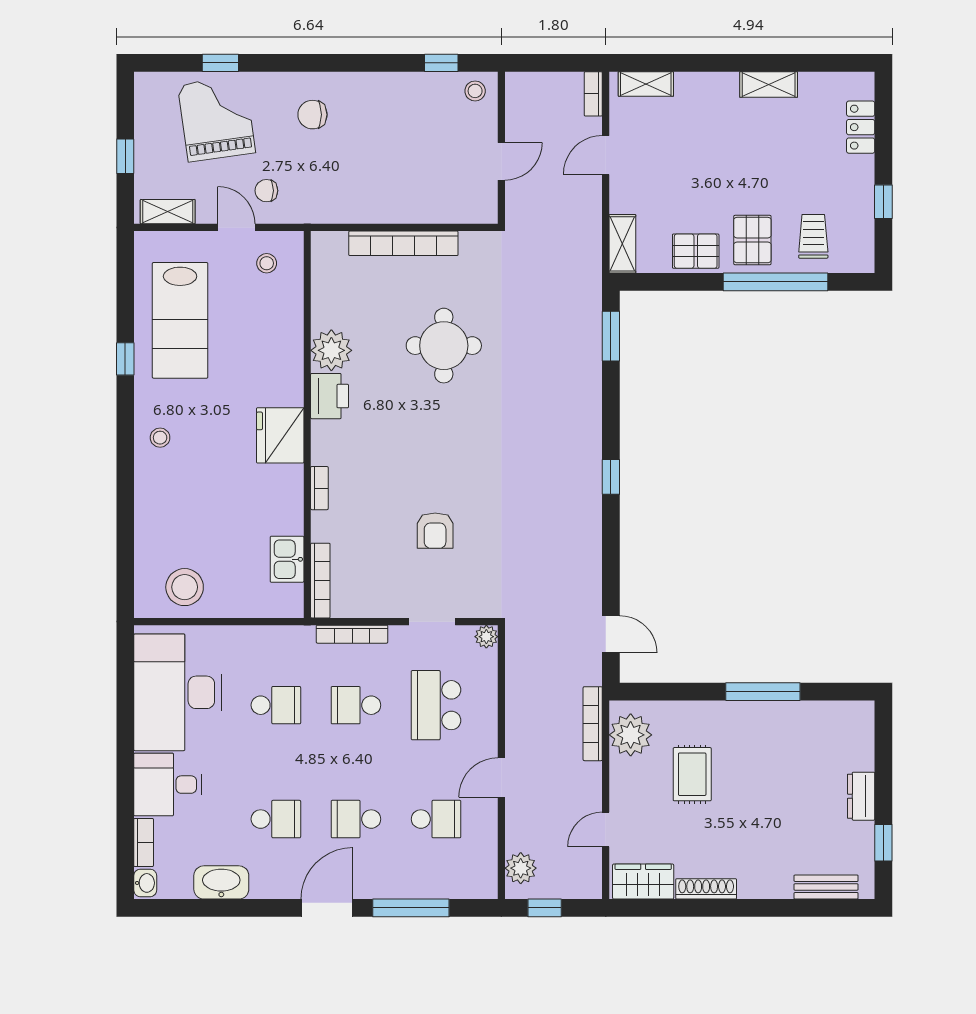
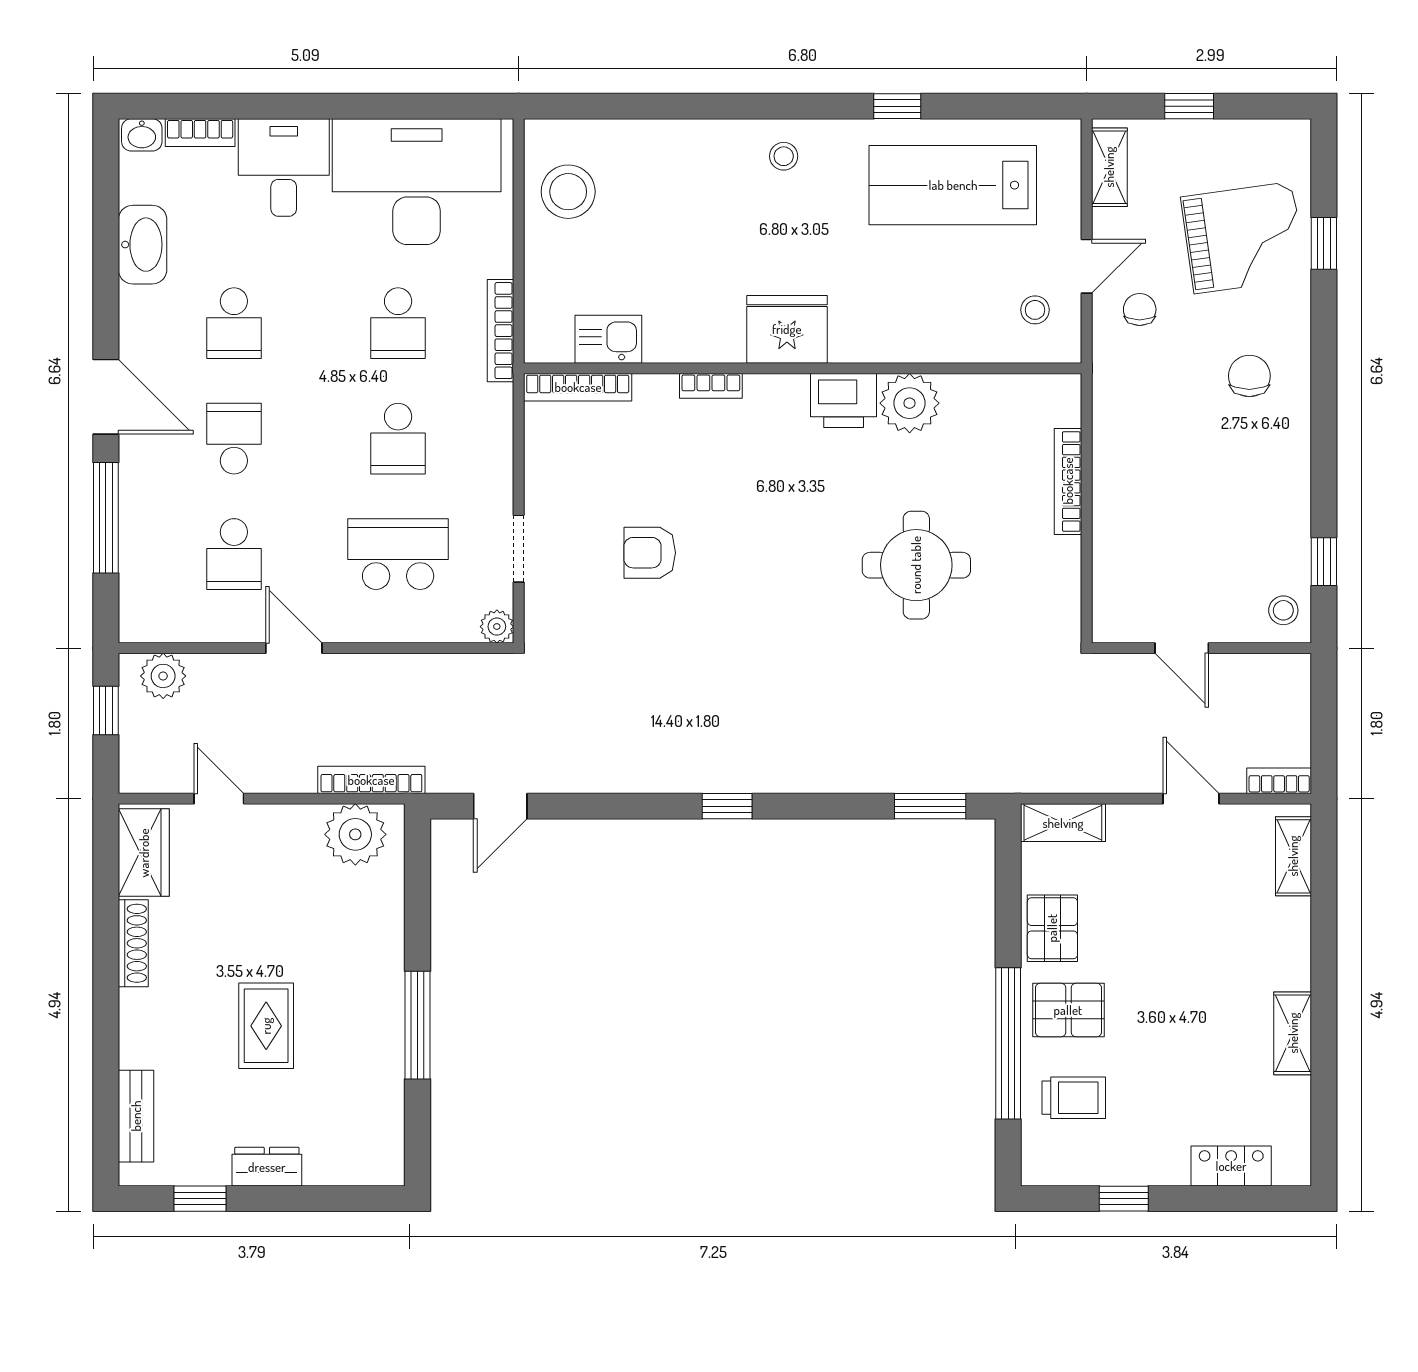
bookcase: (403, 243) -> (1068, 481), width x0.68, depth x0.76
bookcase: (352, 634) -> (500, 331), moved
school desk: (356, 705) -> (398, 439), turned 180
rug: (692, 774) -> (266, 1026), moved, turned 90

